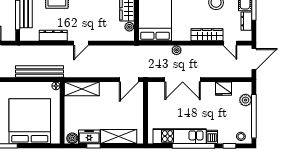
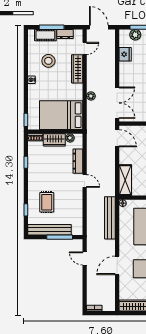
dresser: (53, 35) -> (78, 161), moved
double door: (183, 80) -> (117, 103), moved

